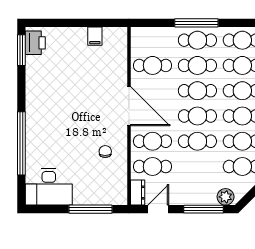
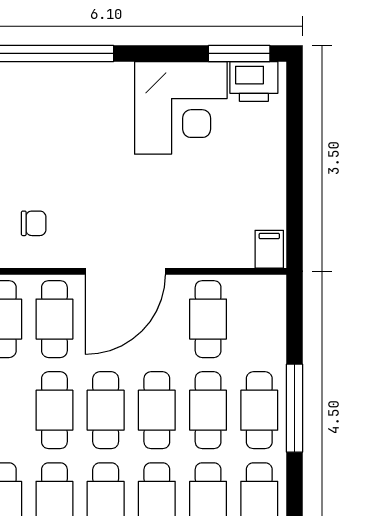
filing cabinet: (95, 36) -> (269, 249), moved, turned 90
corner desk: (48, 79) -> (181, 108), added

